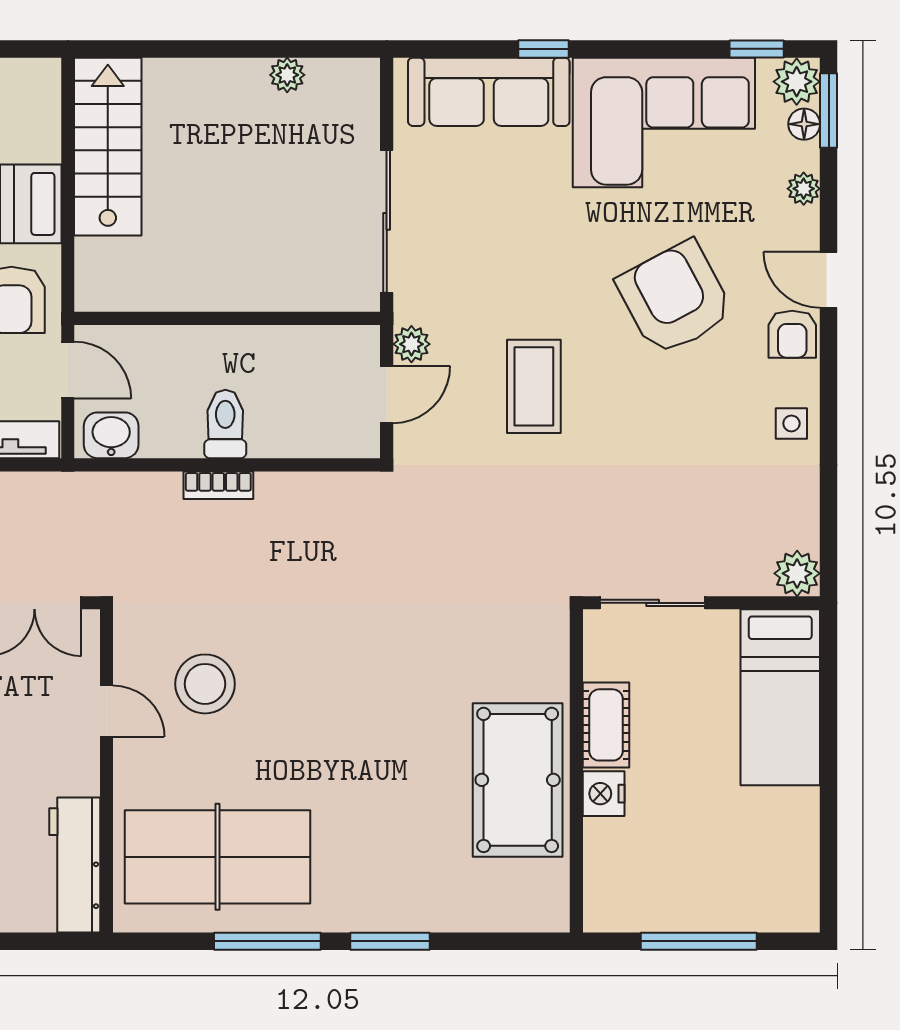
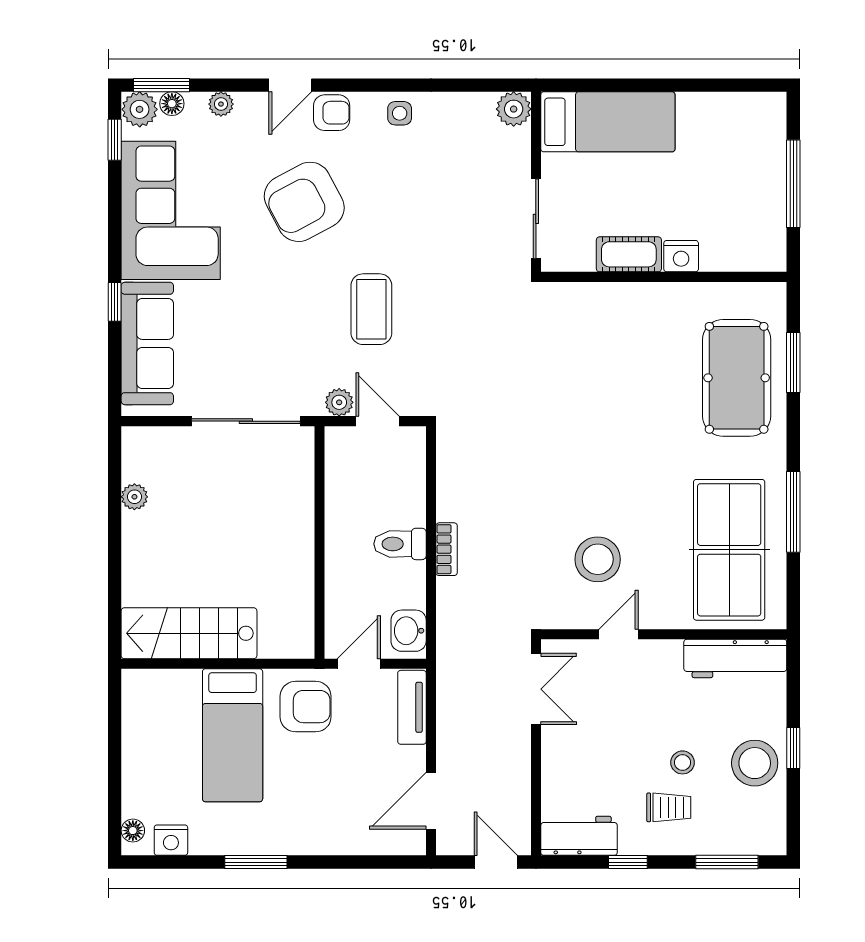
coffee table: (534, 386) -> (371, 309), turned 90
pool table: (518, 780) -> (737, 378), moved, turned 90
window: (390, 941) -> (793, 363), moved

